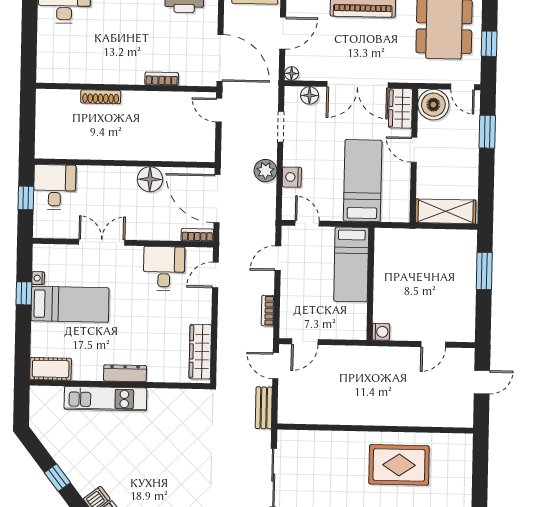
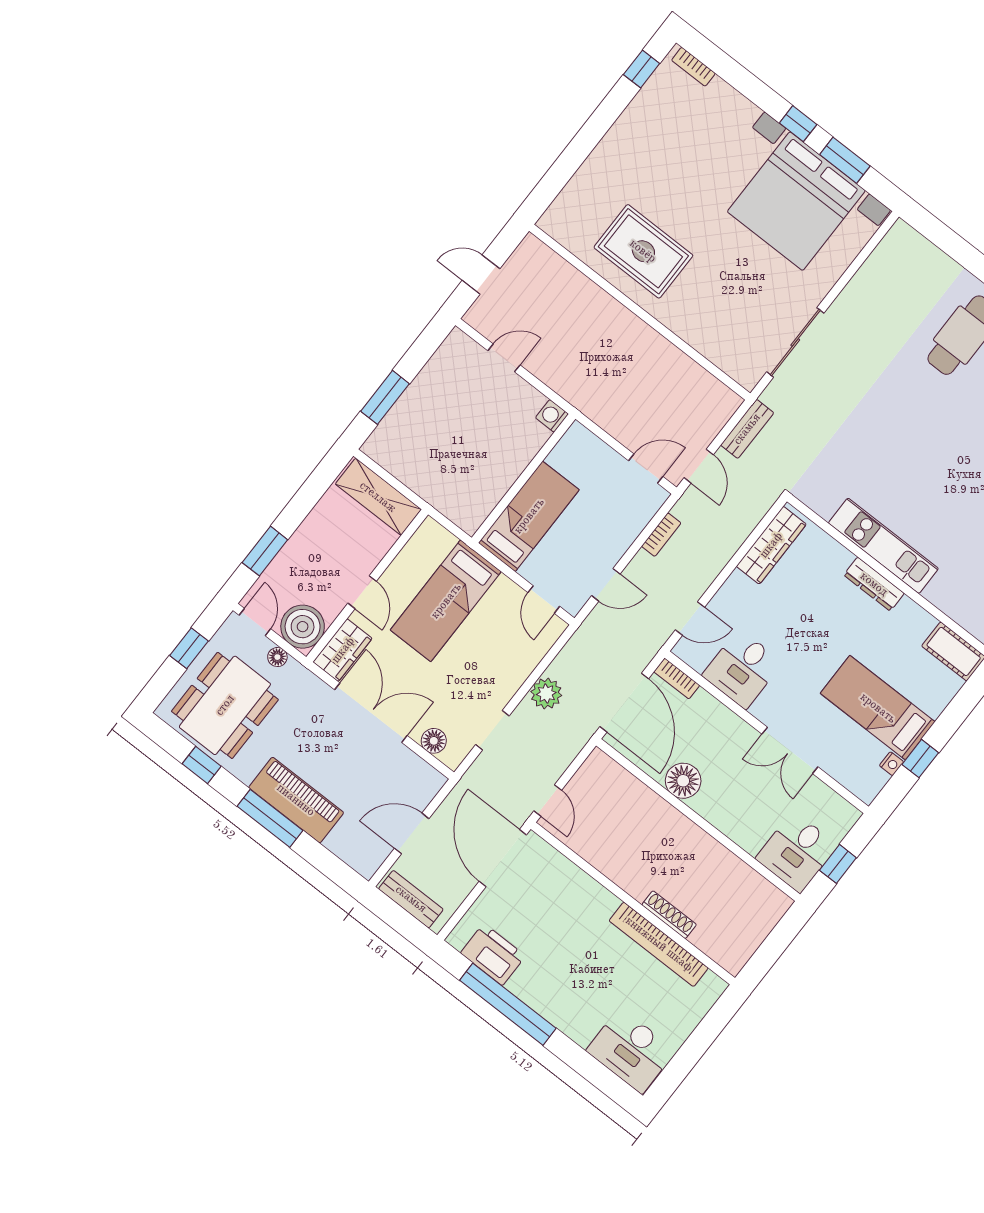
floor lamp: (292, 73) -> (277, 657), moved
bookcase: (162, 79) -> (659, 944), moved, width x2.31, depth x1.31
nightstand: (292, 177) -> (522, 664), removed
kitchen unit: (105, 399) -> (883, 546), moved

